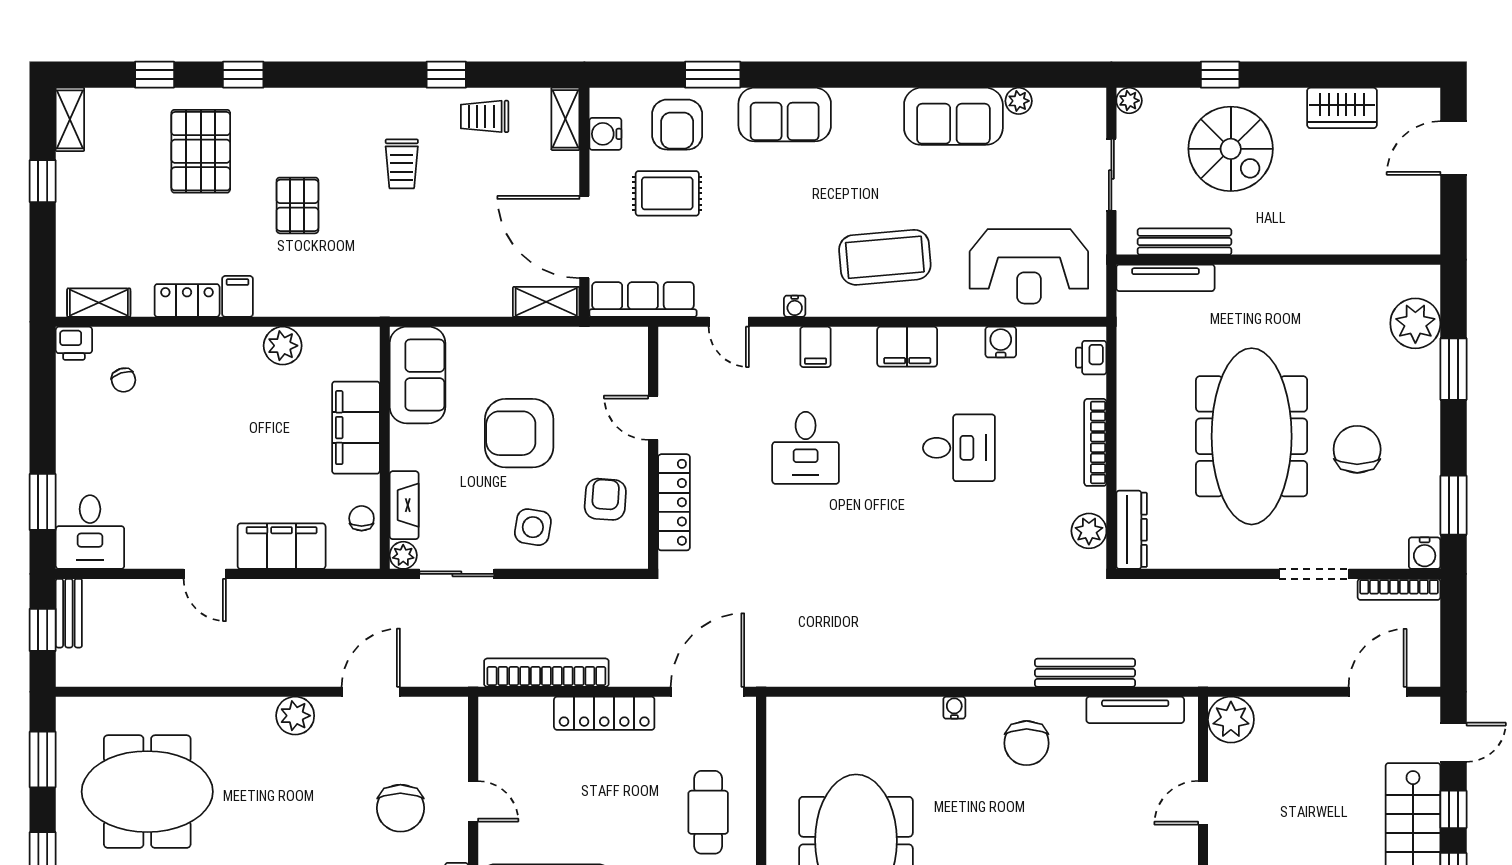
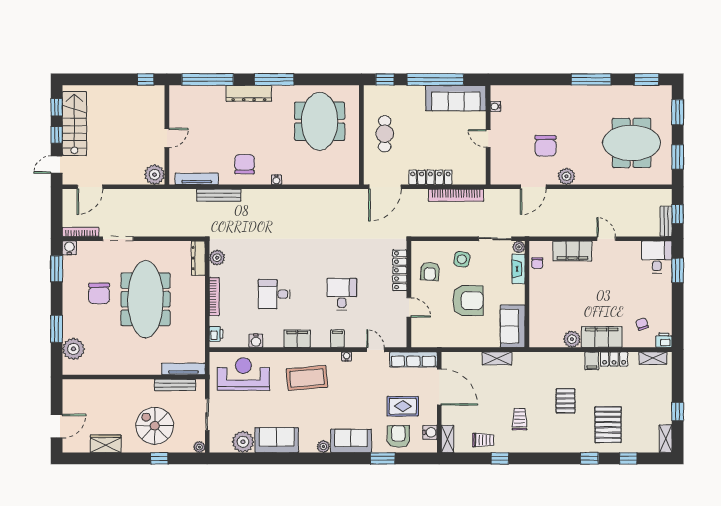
plant: (1019, 101) -> (243, 442), width x1.88, depth x1.88
plant: (847, 102) -> (323, 447), added
shelving: (546, 302) -> (497, 358), moved
filing cabinet: (356, 428) -> (602, 337), moved, turned -90
chair: (400, 808) -> (545, 146), moved, turned 180

